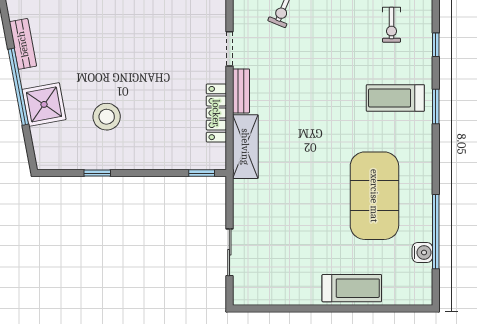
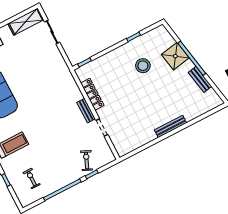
shelving: (245, 147) -> (26, 22), moved, turned 90

